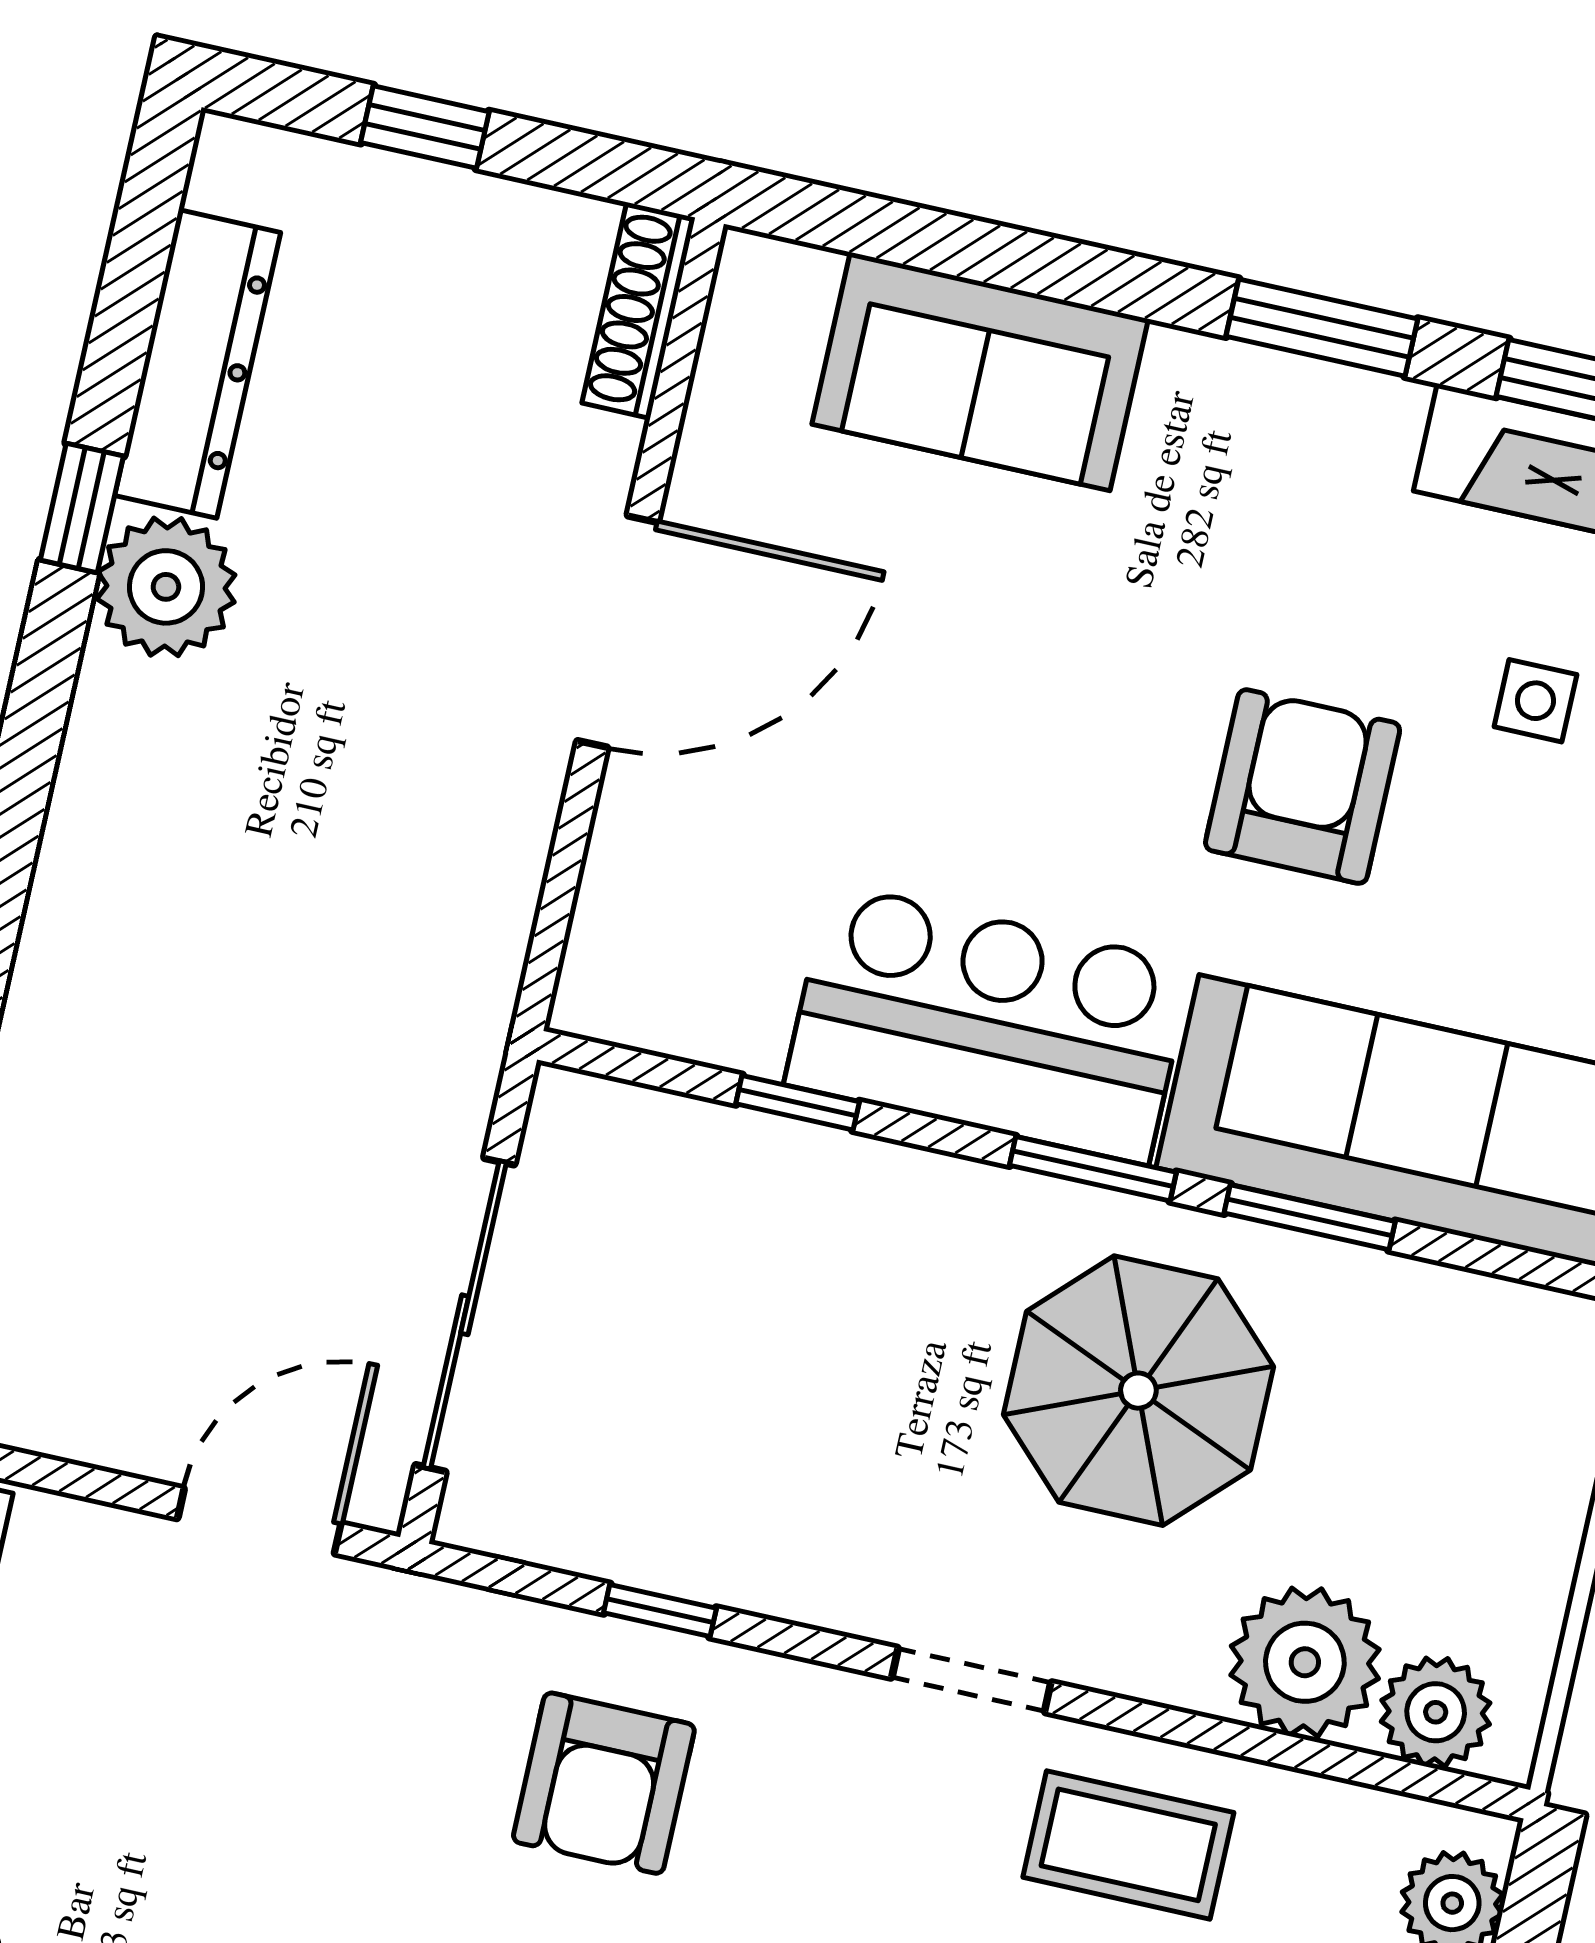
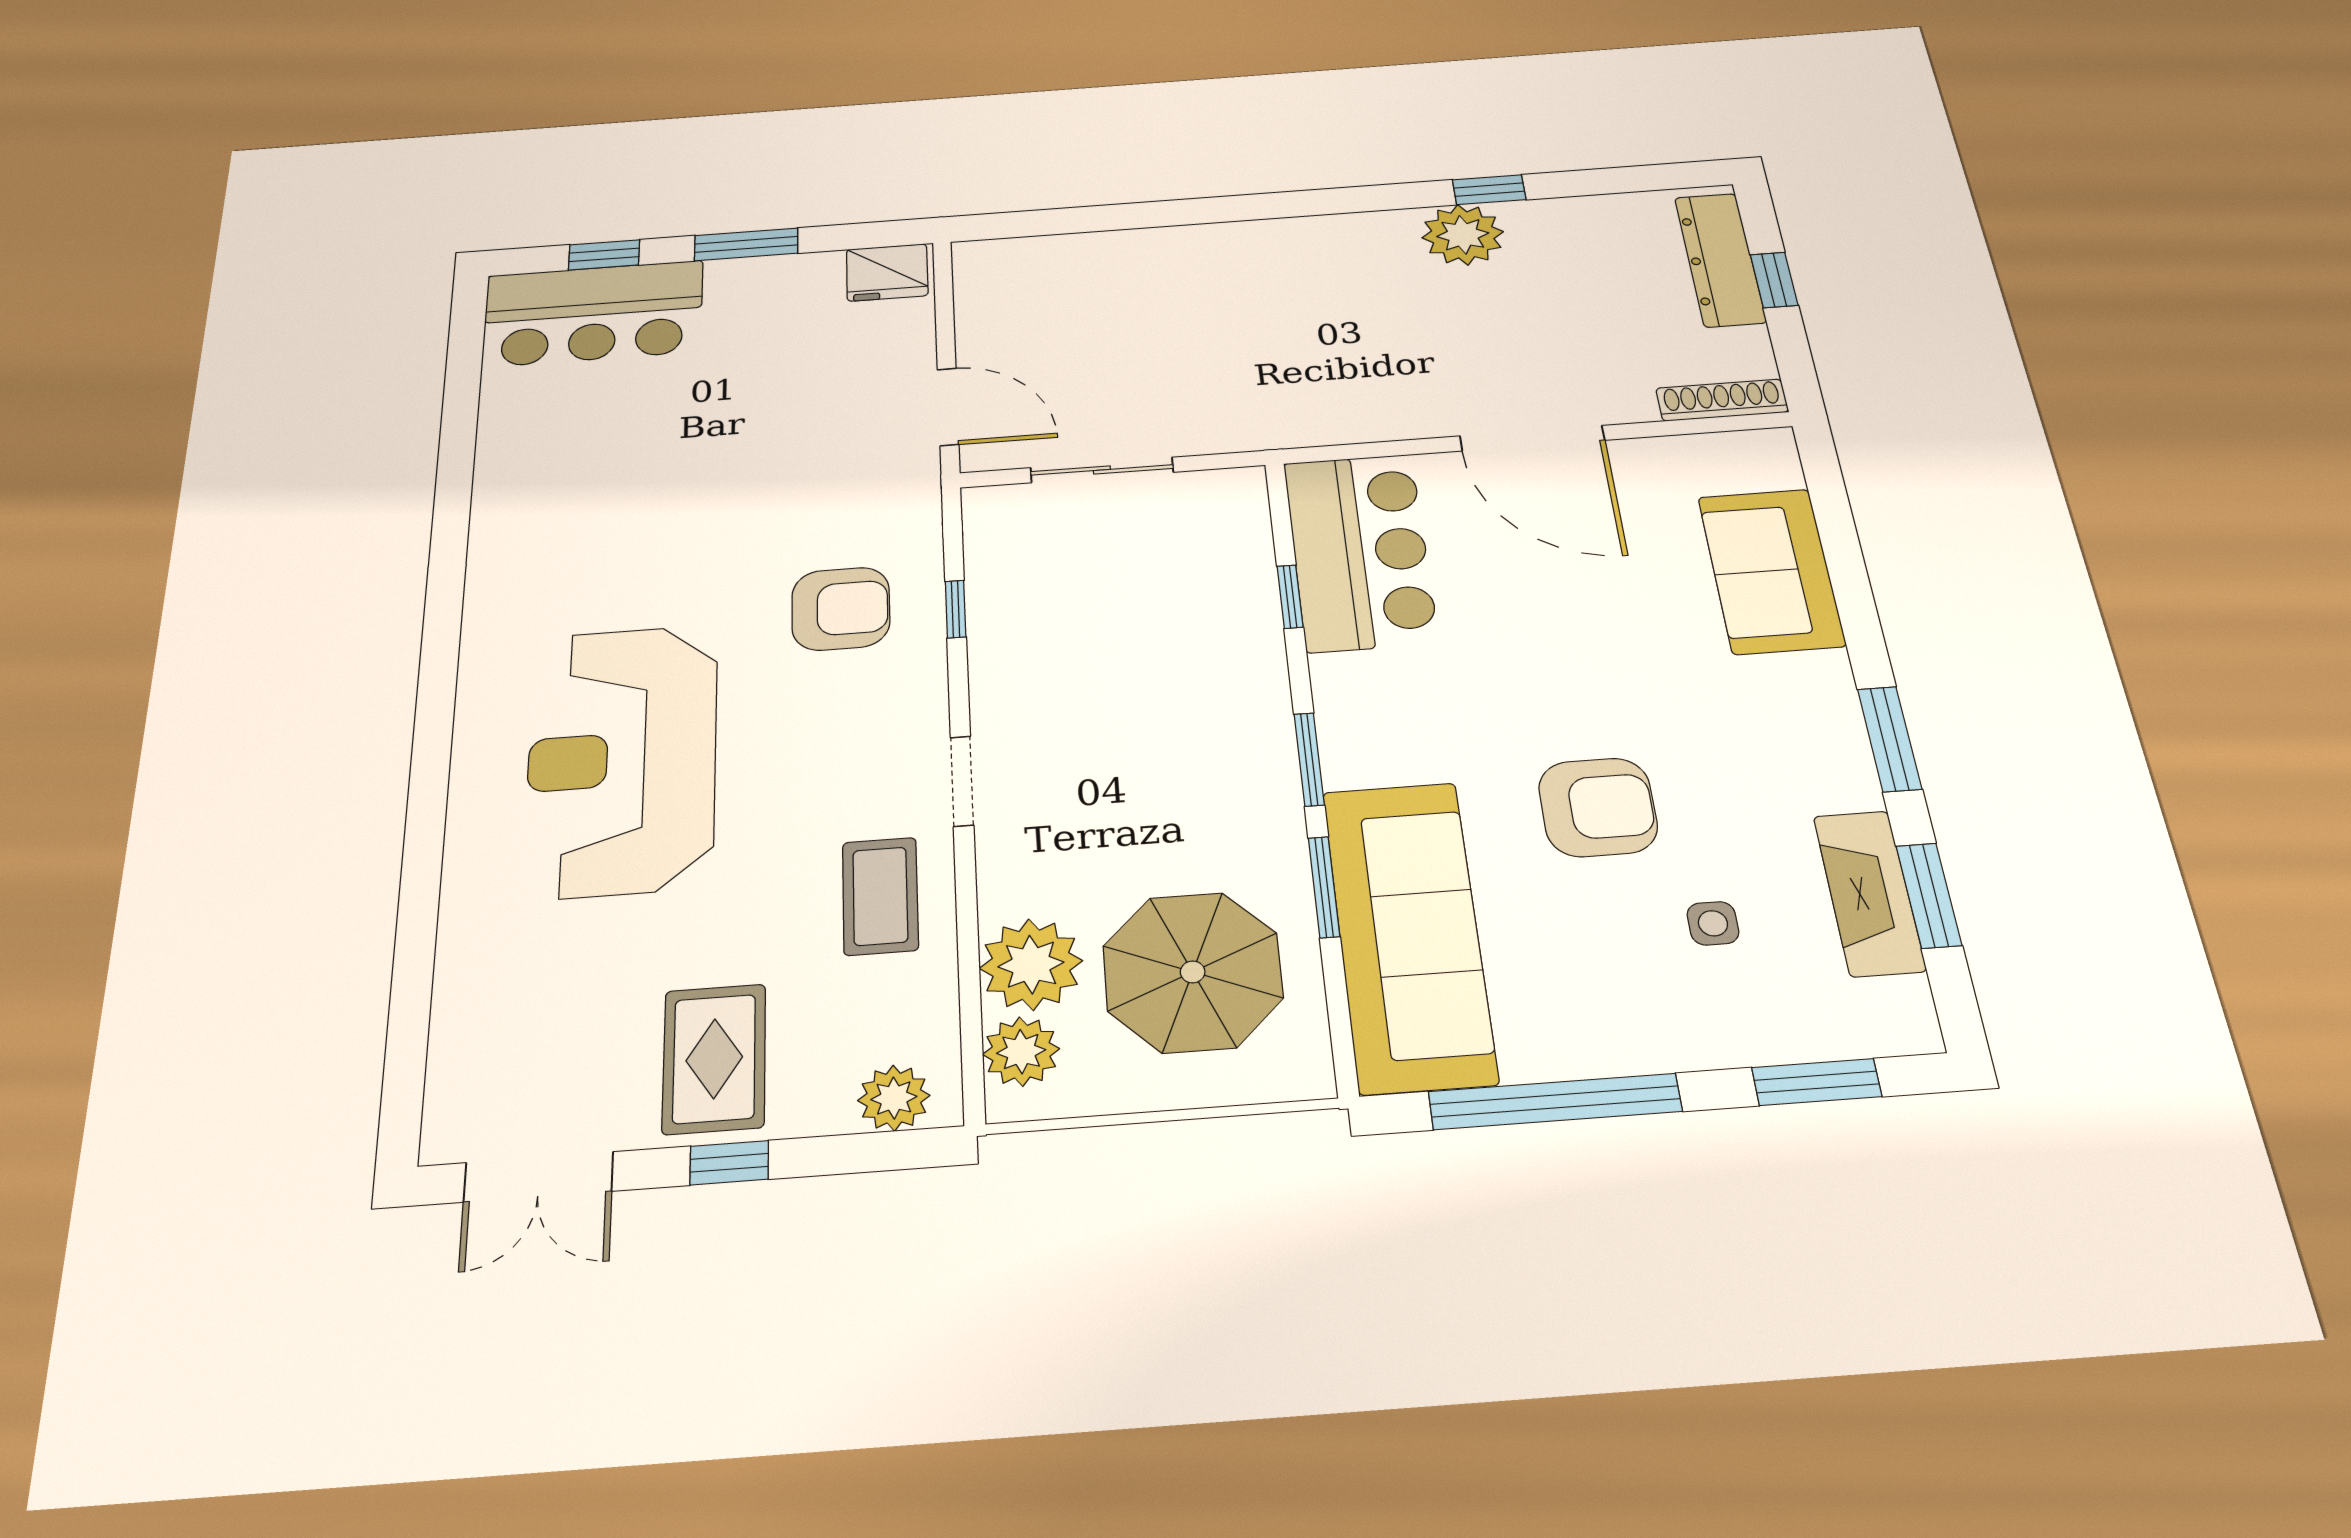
dresser: (198, 364) -> (1720, 260), moved, turned 90
bar counter: (988, 1024) -> (1360, 552), moved
sliding door: (465, 1315) -> (1102, 470), width x0.73
parasol: (1138, 1391) -> (1193, 972), moved
armchair: (604, 1783) -> (841, 609), turned 180

